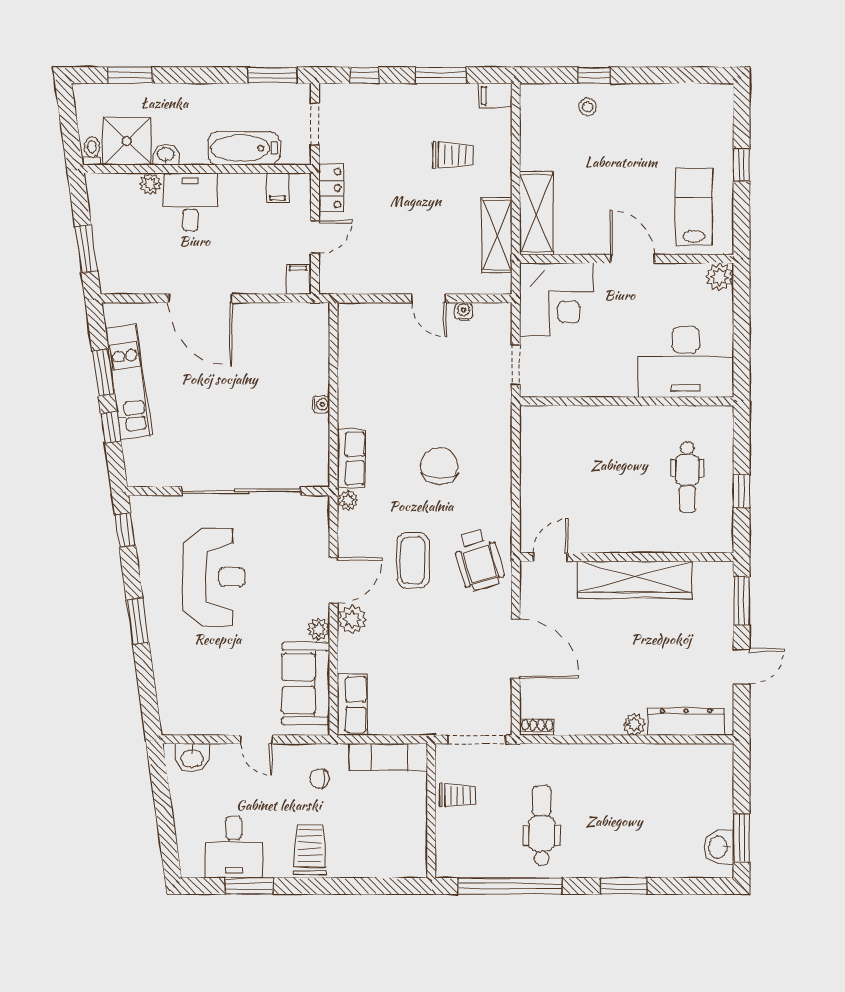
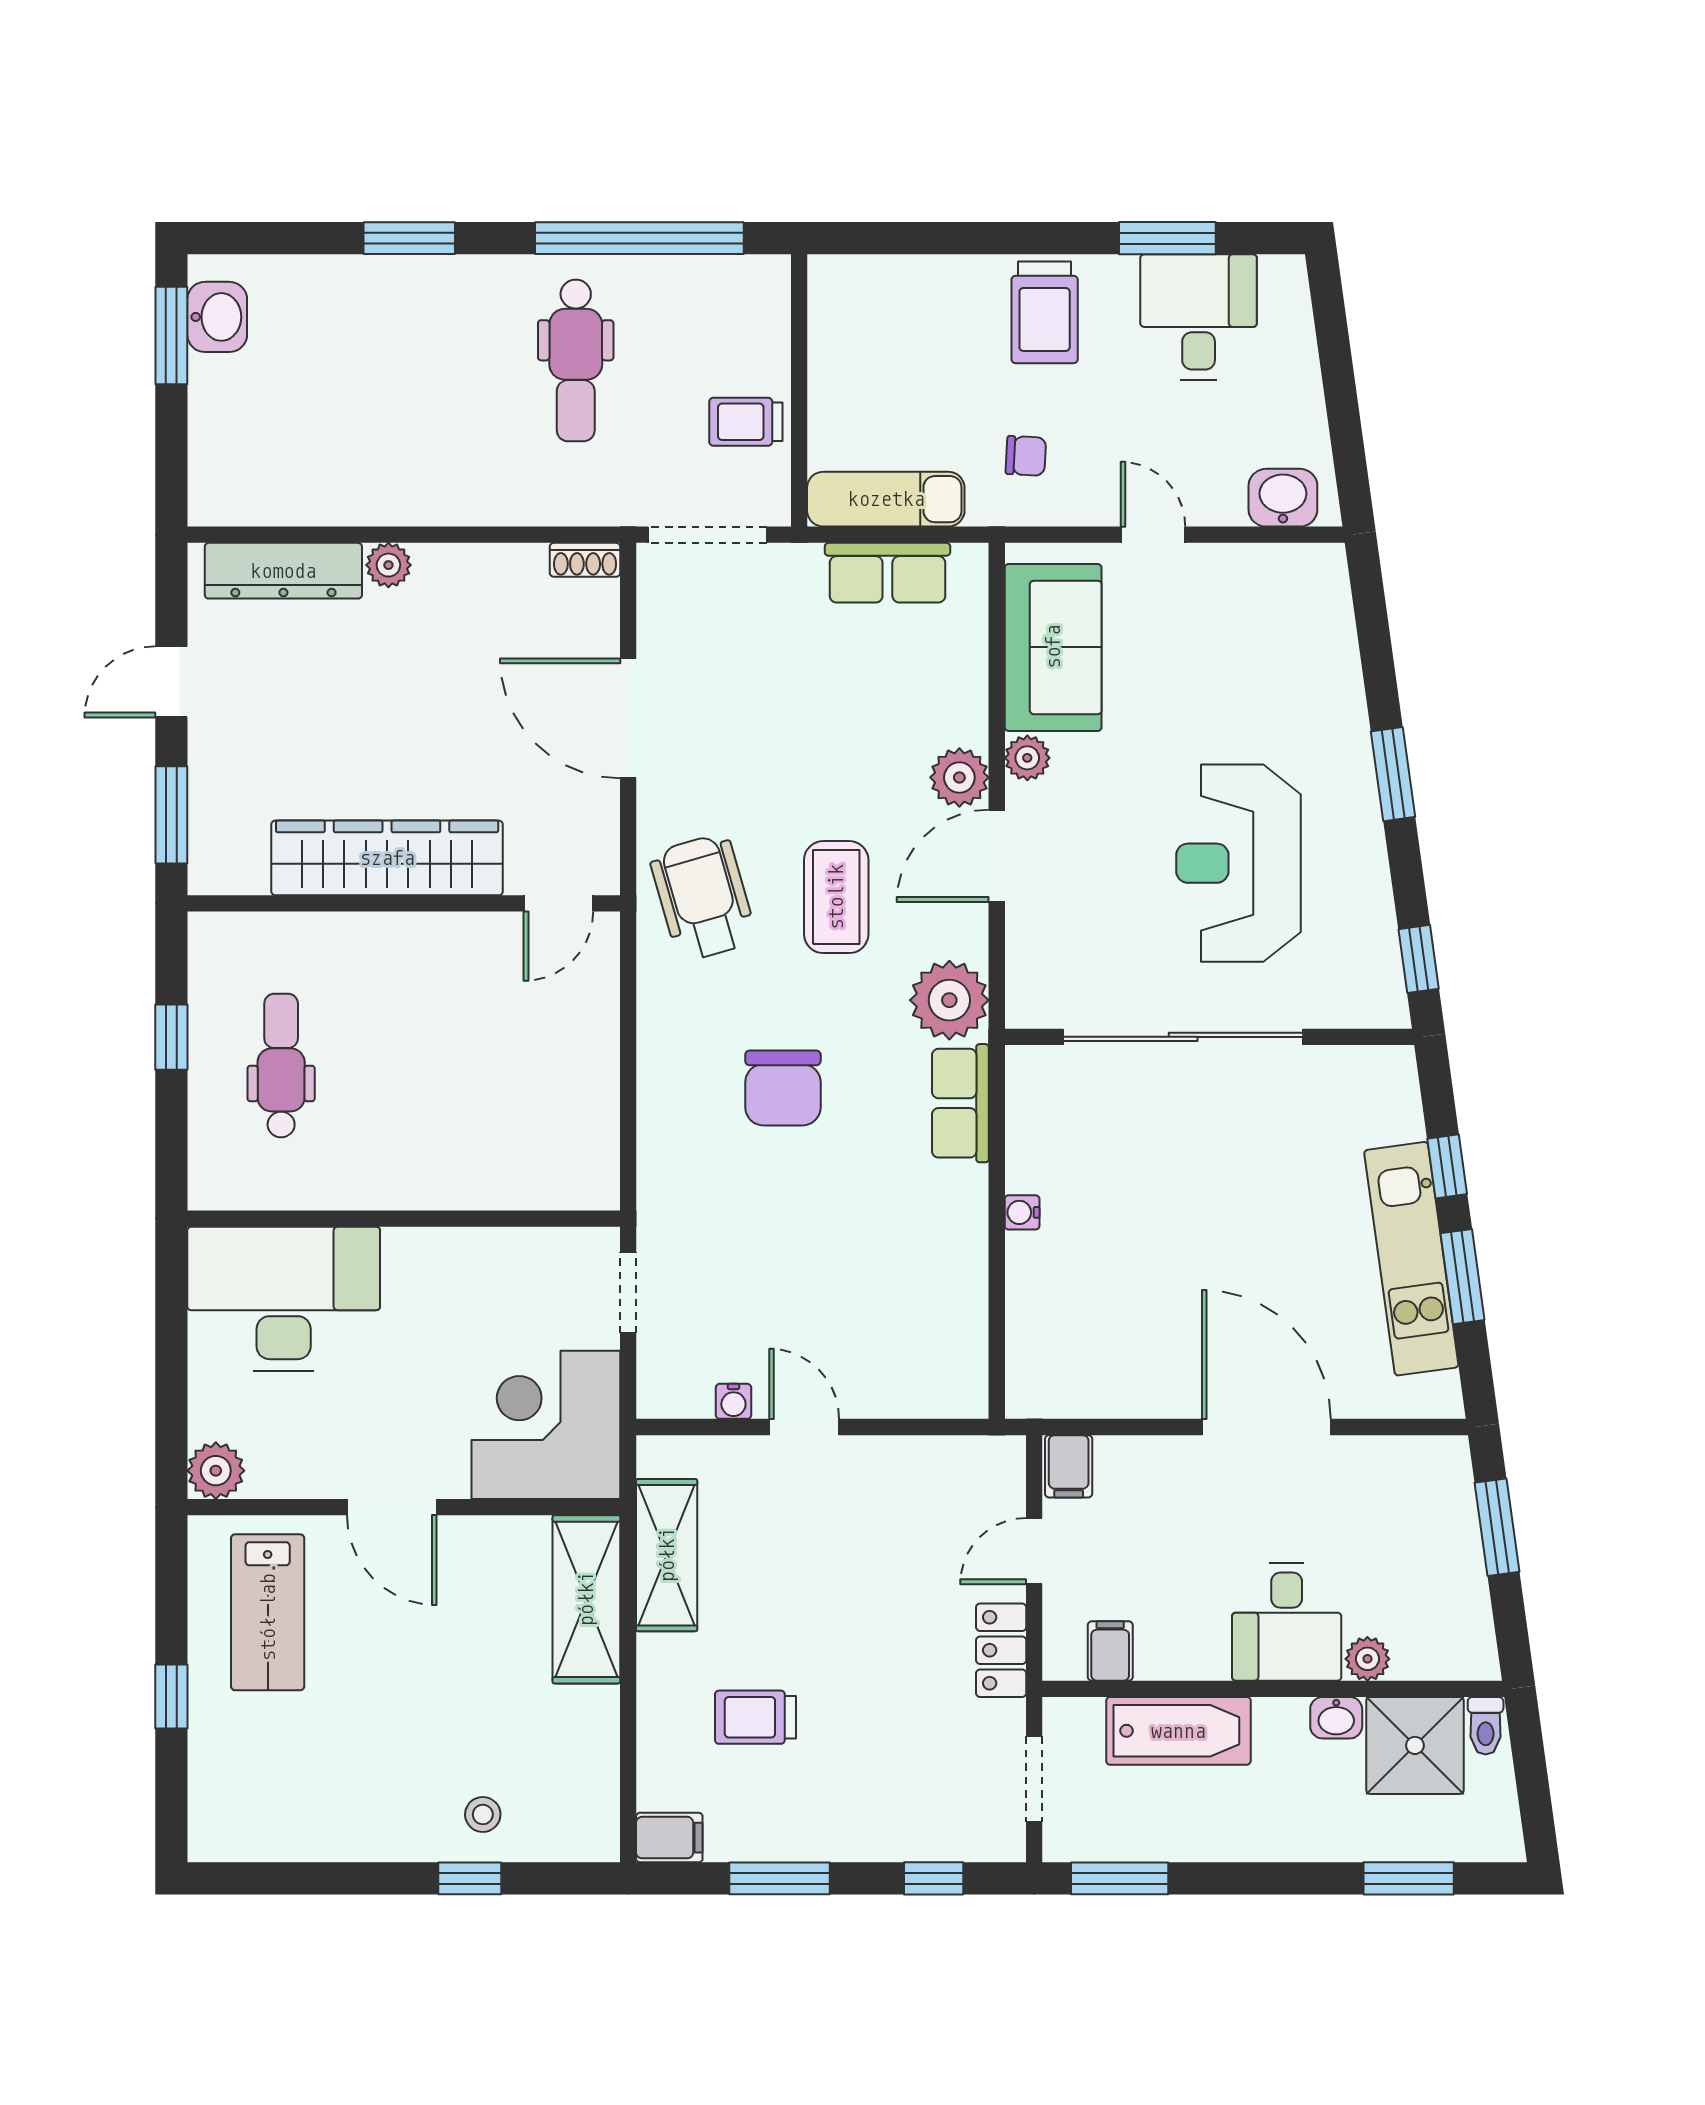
plant: (348, 500) -> (949, 1000), width x1.88, depth x1.88
row of seats: (352, 704) -> (887, 573), moved, turned -90

